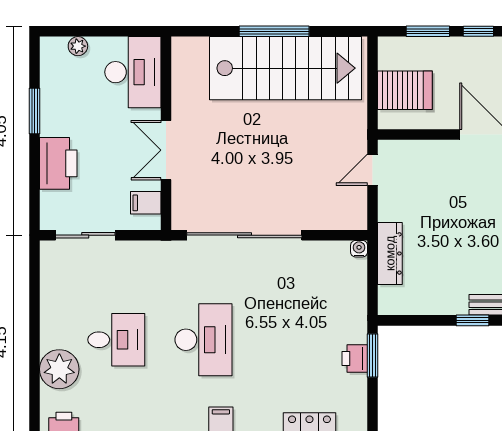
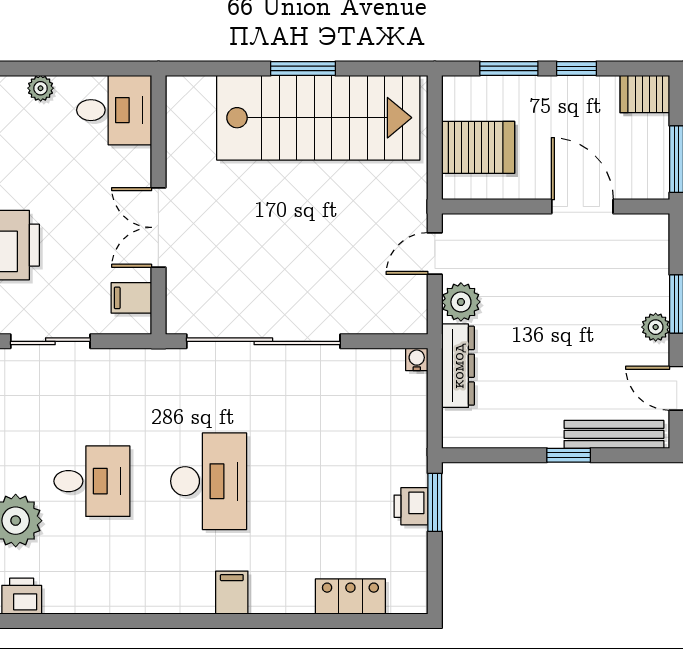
window: (274, 31) -> (303, 68), width x0.69
desk: (133, 72) -> (114, 110), width x0.73
plant: (392, 206) -> (461, 302), added

